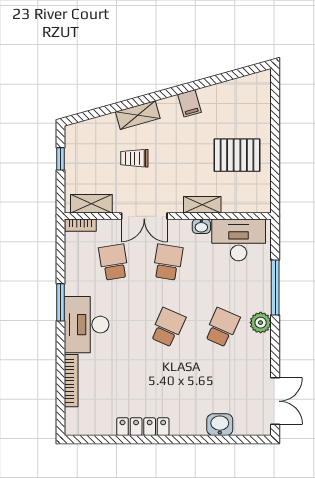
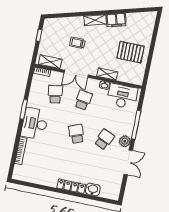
filing cabinet: (189, 103) -> (116, 20), width x2.00
shelving: (138, 115) -> (95, 20), moved
school desk: (168, 327) -> (76, 134), turned -45
double door: (275, 401) -> (128, 162), moved
locker: (143, 427) -> (71, 186), moved

